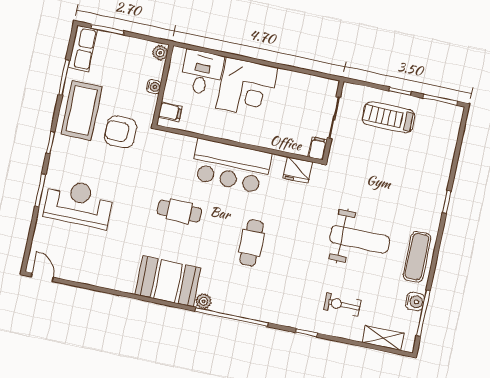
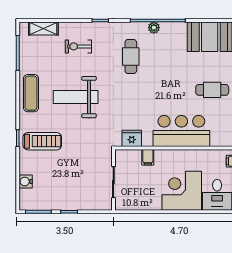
treadmill: (388, 117) -> (42, 141), moved
filing cabinet: (318, 148) -> (148, 157), moved
cafe table: (252, 243) -> (131, 57), moved
plant: (203, 301) -> (154, 28), moved
water cooler: (415, 302) -> (26, 182), moved
exercise bike: (342, 305) -> (78, 46), turned 180

